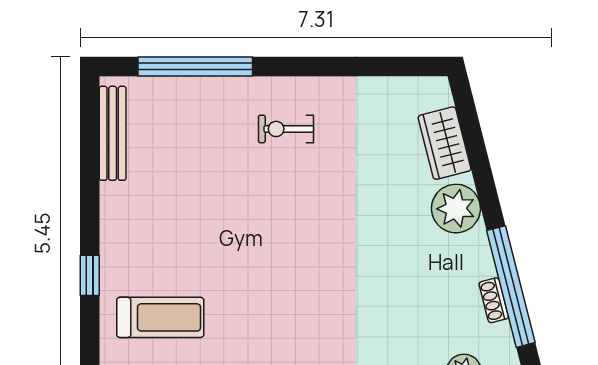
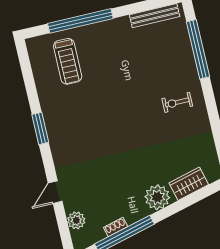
exercise bike: (286, 129) -> (177, 102), turned -90
window: (90, 275) -> (80, 21), width x3.17

